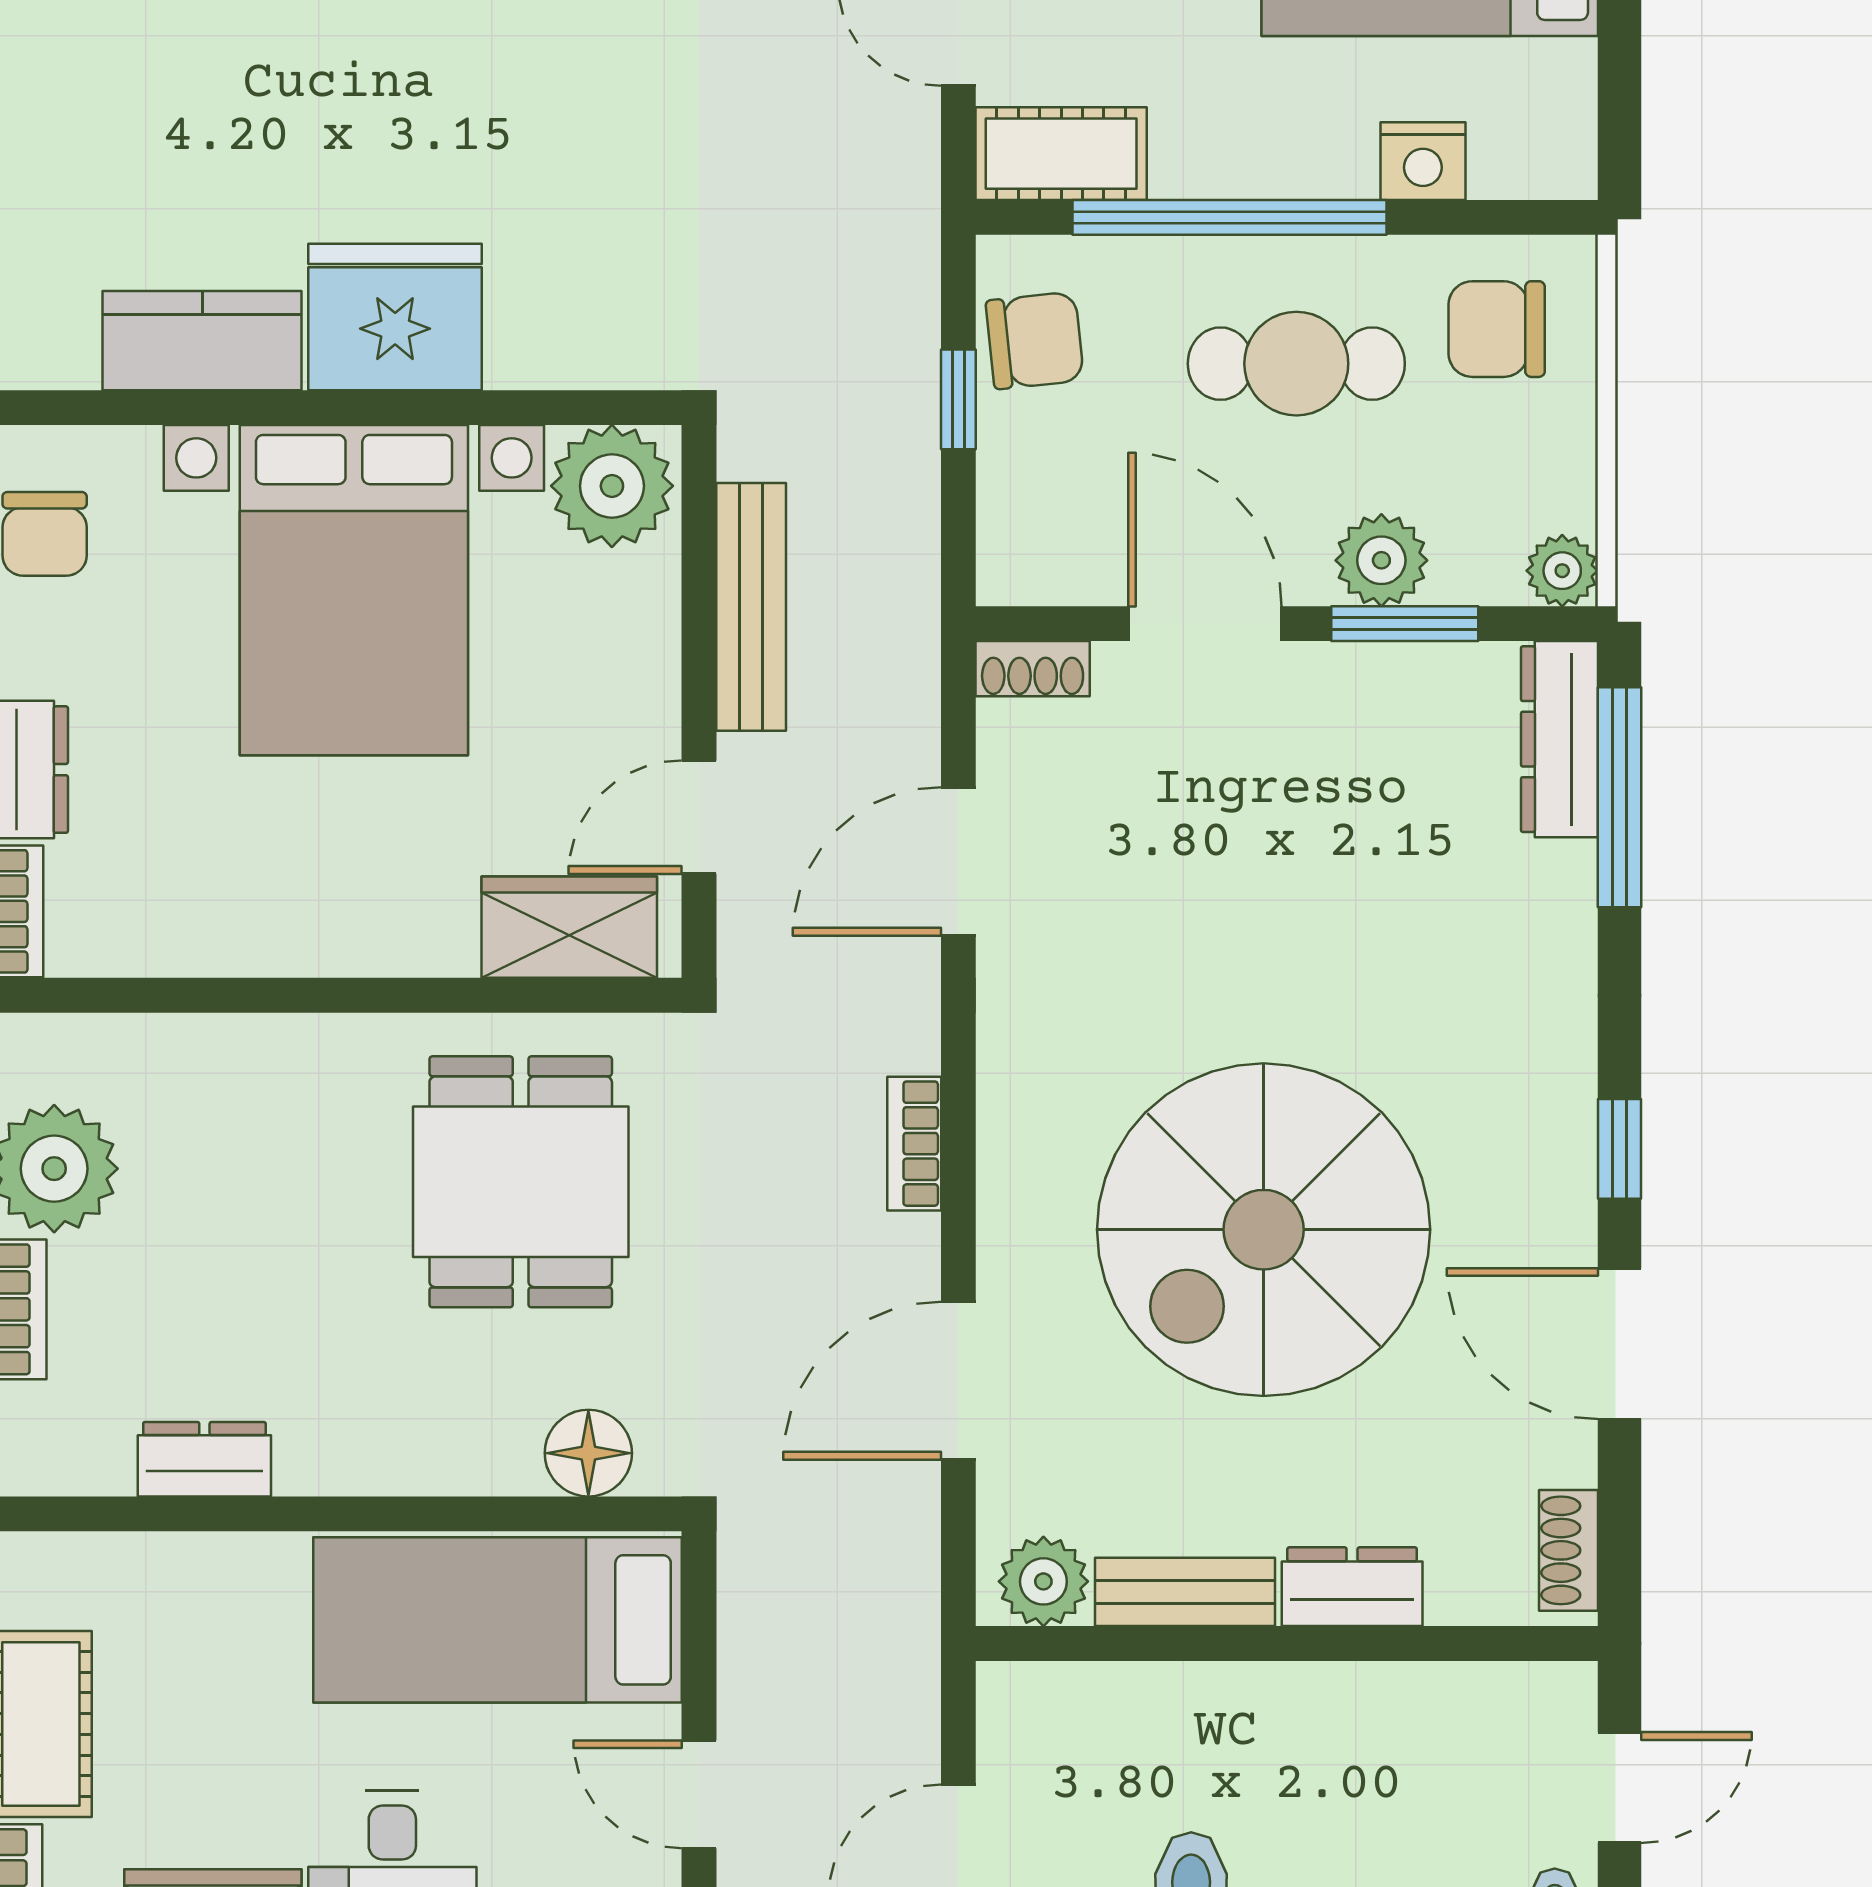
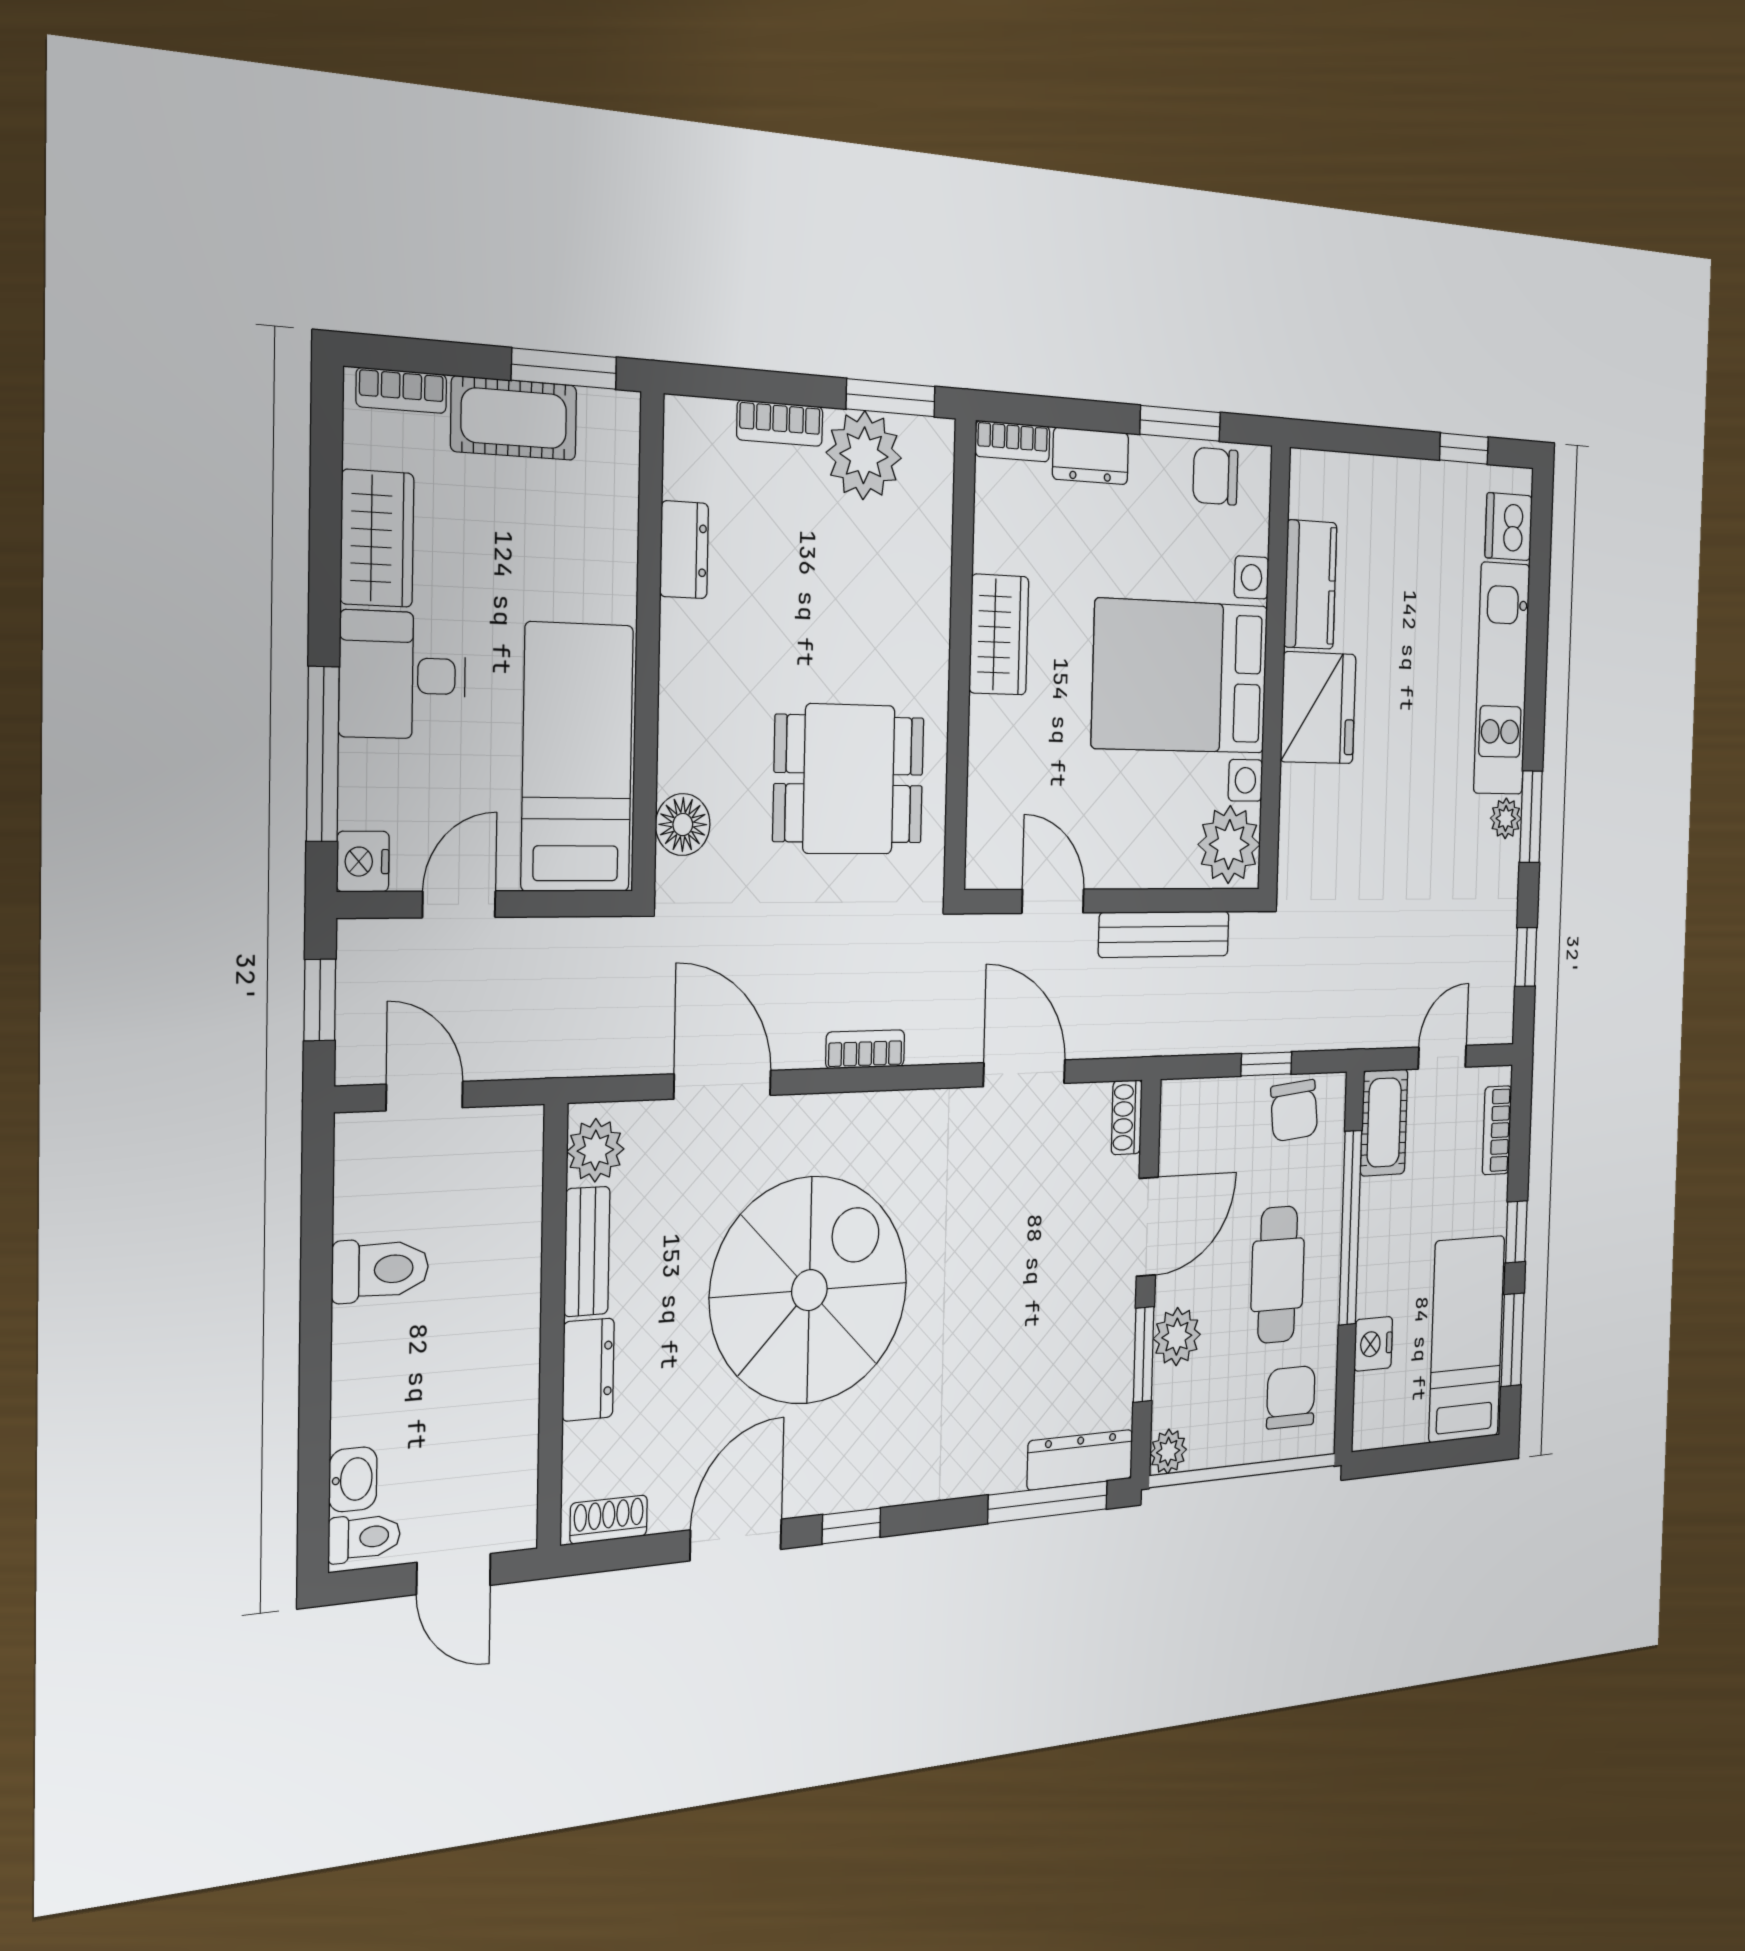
wardrobe: (569, 927) -> (999, 635), moved
spiral stairs: (1264, 1230) -> (809, 1290), turned 90

